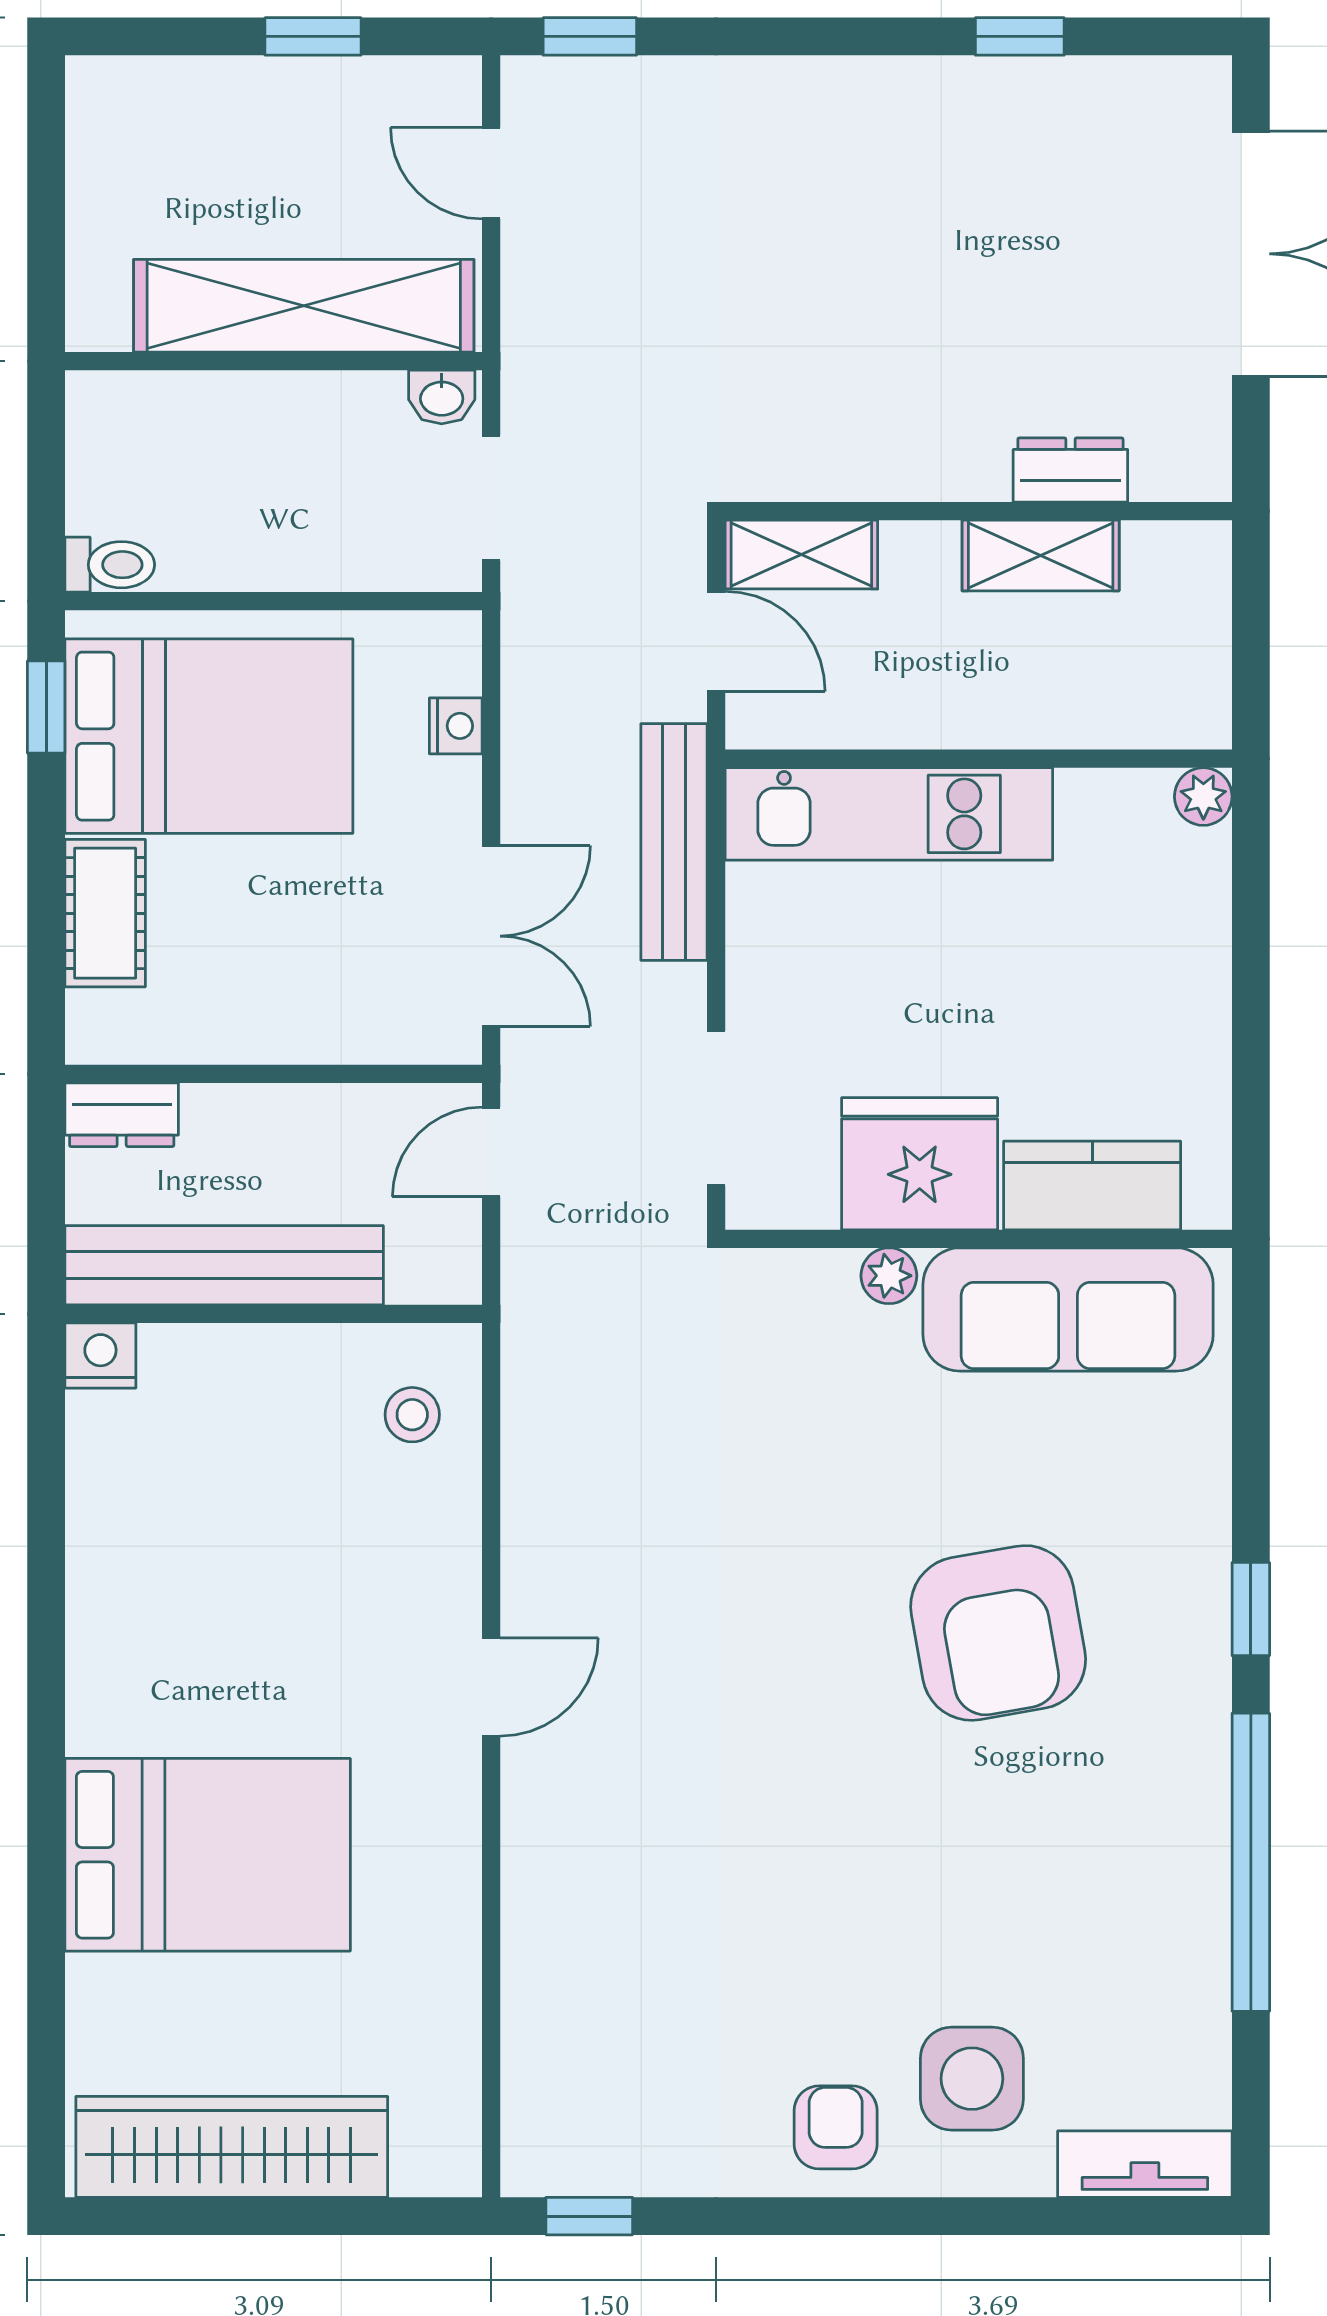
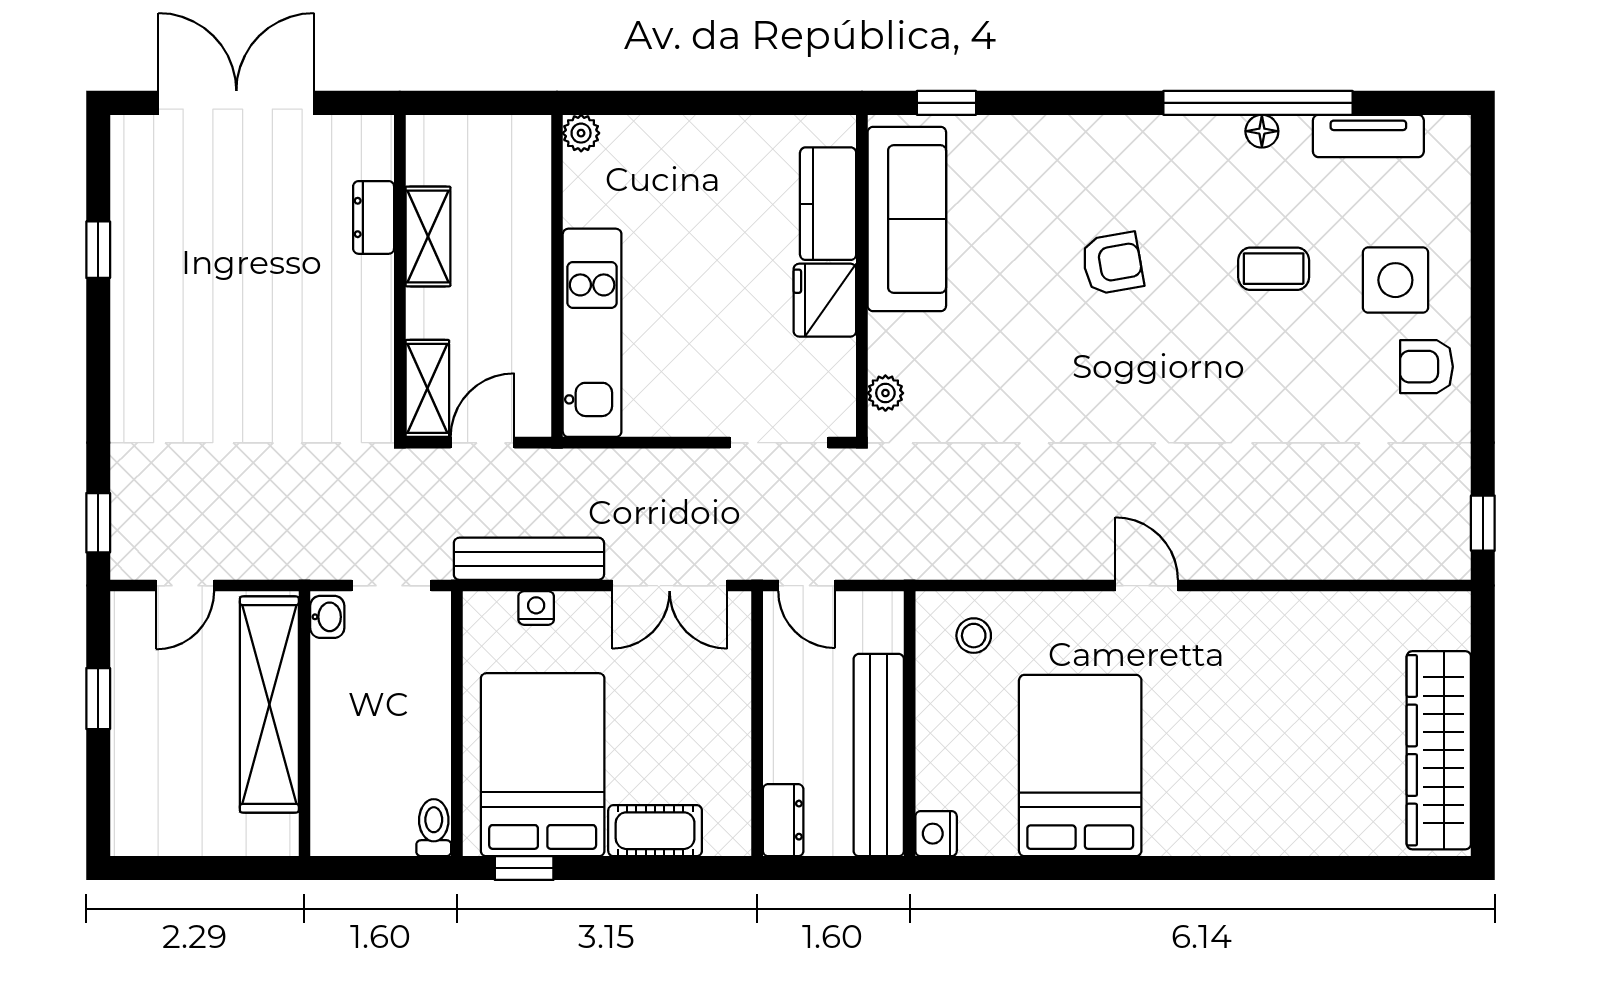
bench: (674, 842) -> (529, 559), moved
double door: (491, 936) -> (670, 586), swing flipped
fridge: (920, 1164) -> (825, 300), width x0.73, depth x0.75
plant: (889, 1276) -> (885, 393), moved
window: (1251, 1609) -> (946, 103), moved
armchair: (998, 1633) -> (1112, 263), width x0.53, depth x0.53
bed: (208, 1855) -> (1080, 766), moved
floor lamp: (1206, 1868) -> (1262, 131), added
coffee table: (990, 1887) -> (1274, 269), added
tv unit: (1145, 2164) -> (1368, 136), moved, turned -90

